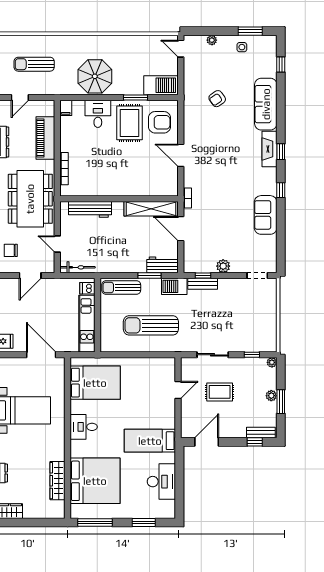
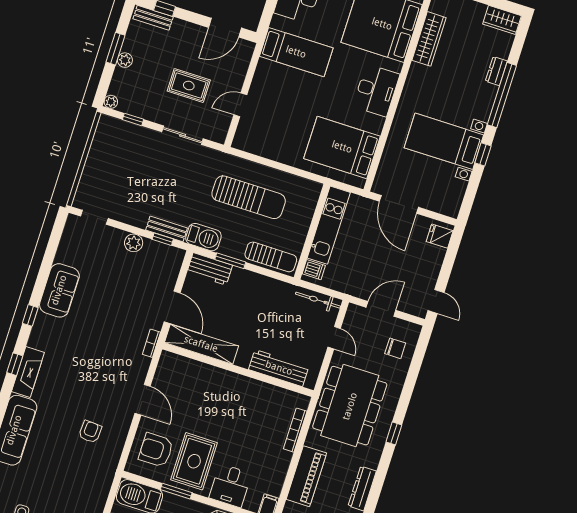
armchair: (217, 99) -> (90, 432), moved, turned -52
desk: (84, 427) -> (376, 90), width x1.37

